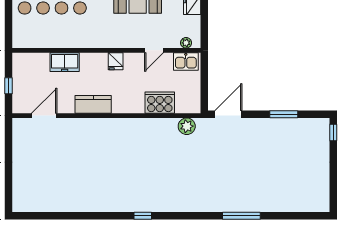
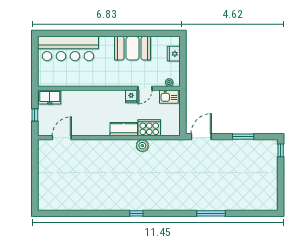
fridge: (116, 61) -> (131, 96), moved
freezer: (65, 62) -> (50, 97), moved
kitchen counter: (93, 104) -> (124, 129), moved
plant: (187, 126) -> (142, 146), moved

